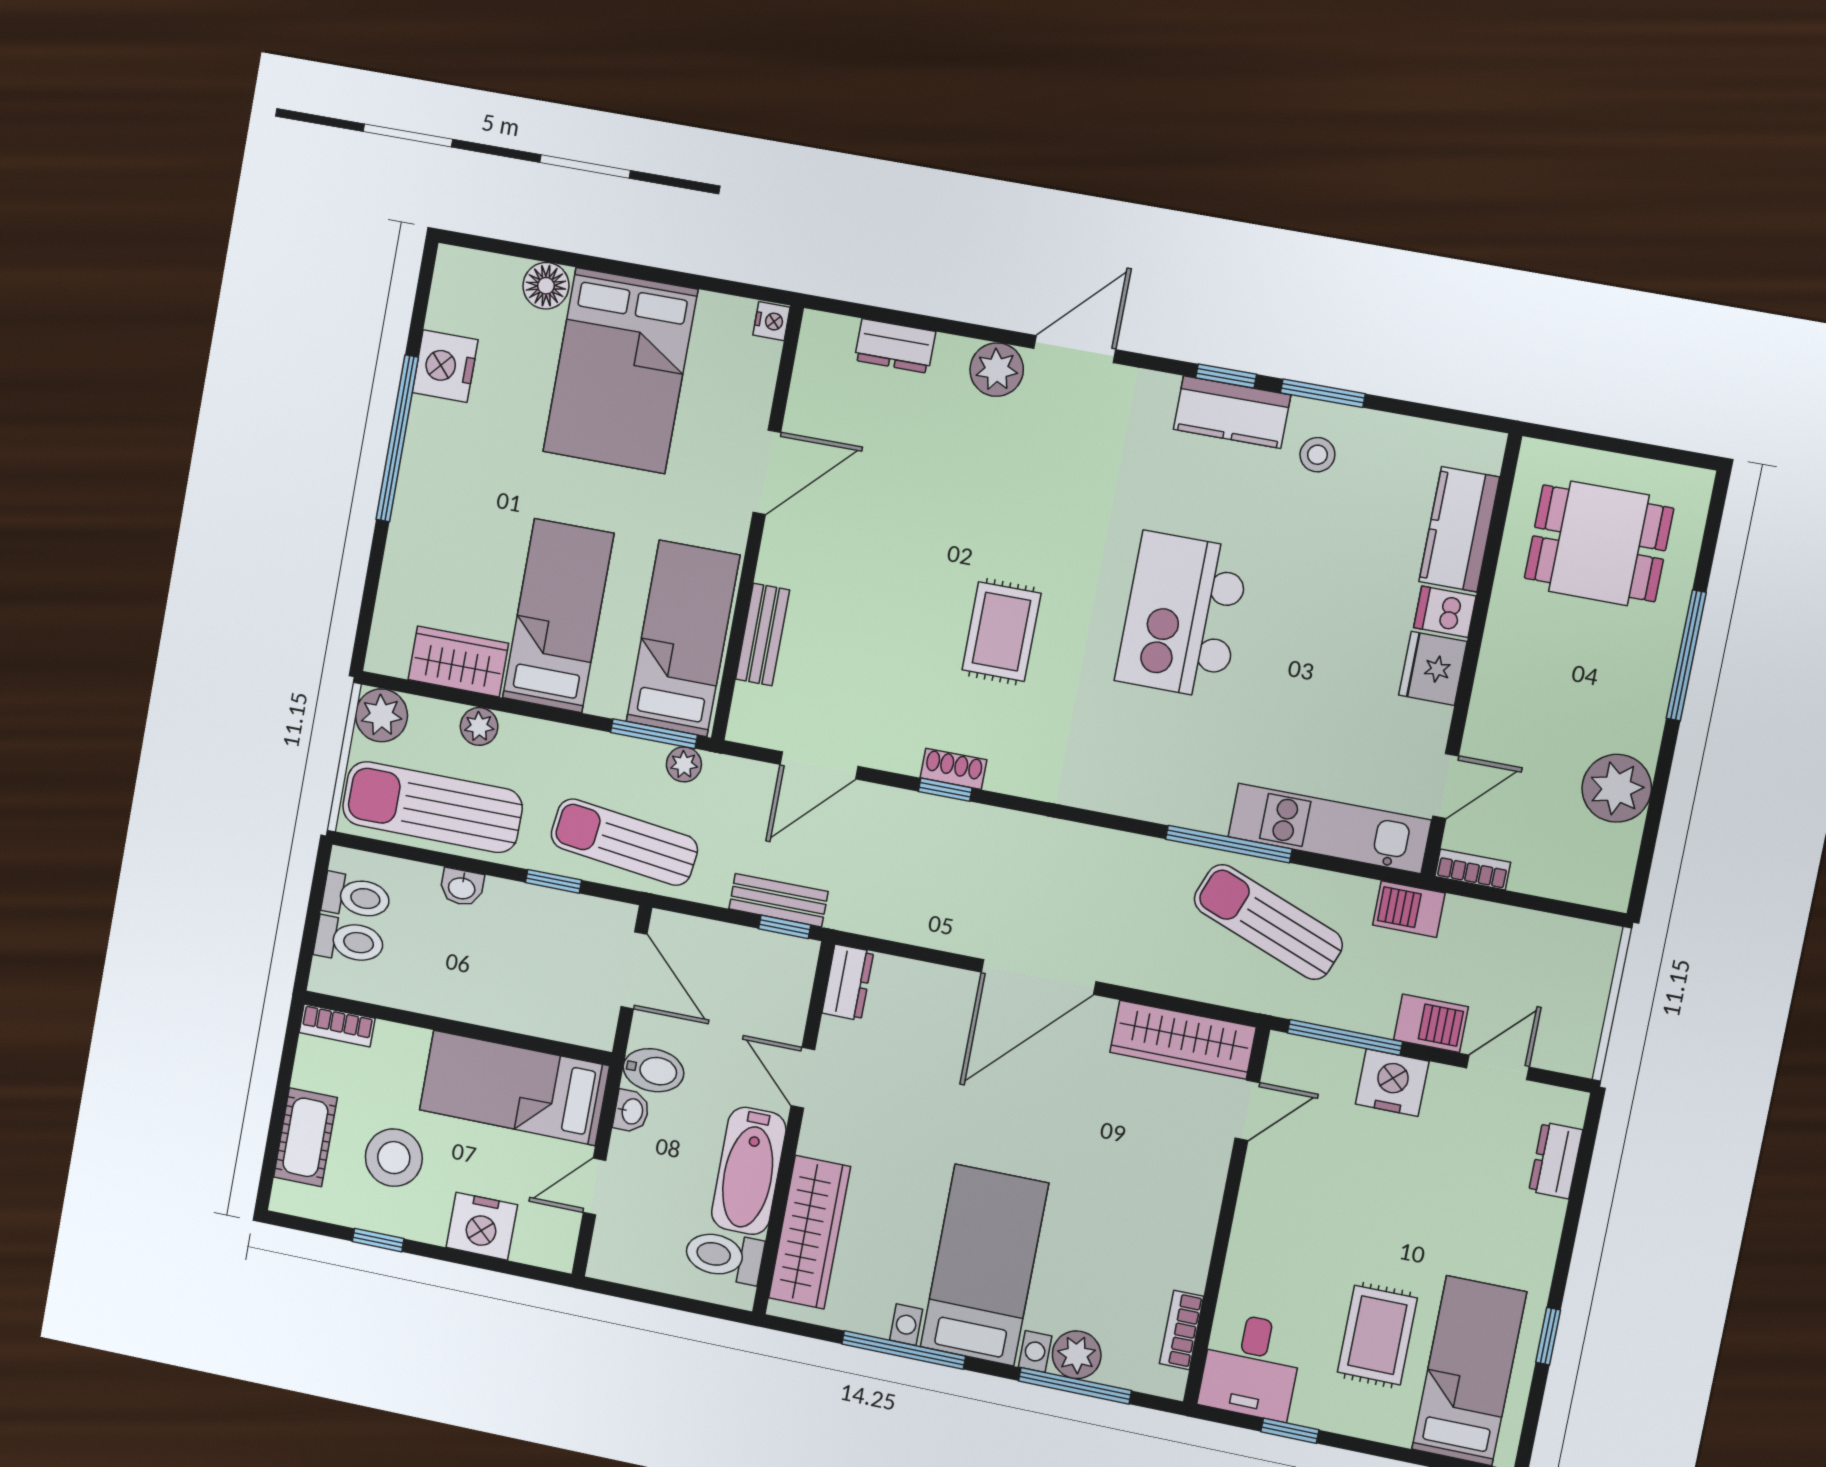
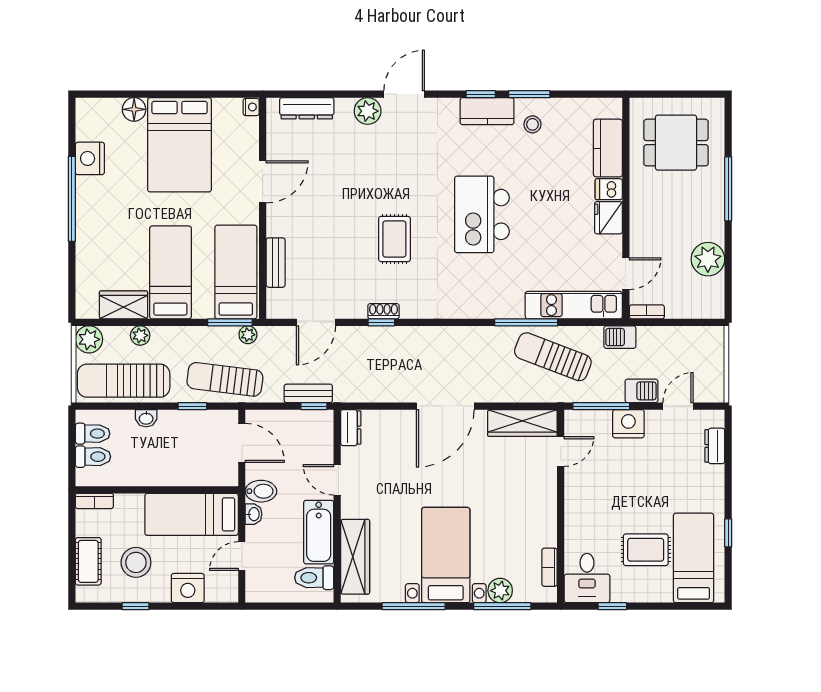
dresser: (895, 346) -> (307, 108), width x1.44
rug: (1377, 1335) -> (646, 550), turned 90

